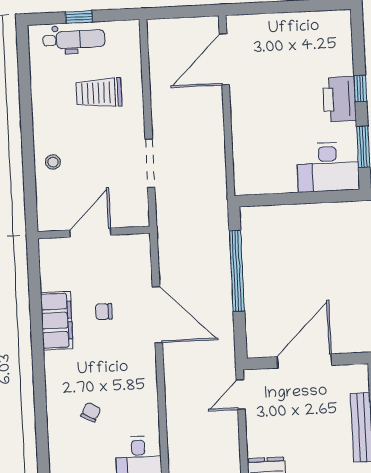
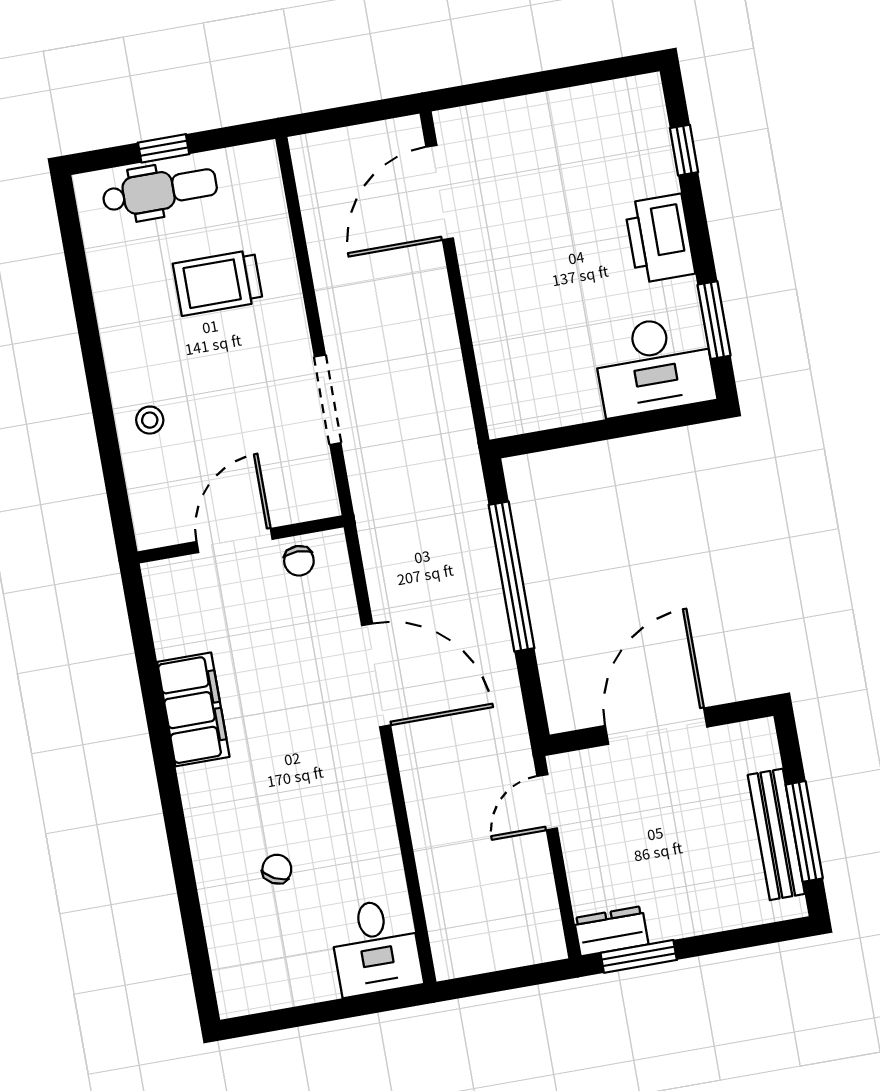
window: (360, 88) -> (684, 150), moved
chair: (104, 312) -> (299, 561), moved, turned -90

